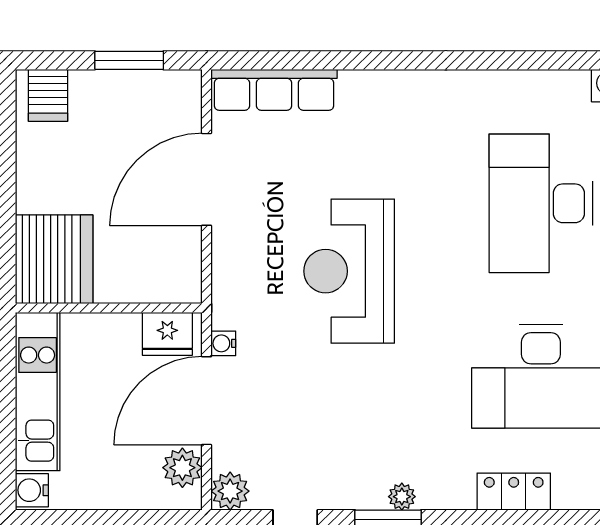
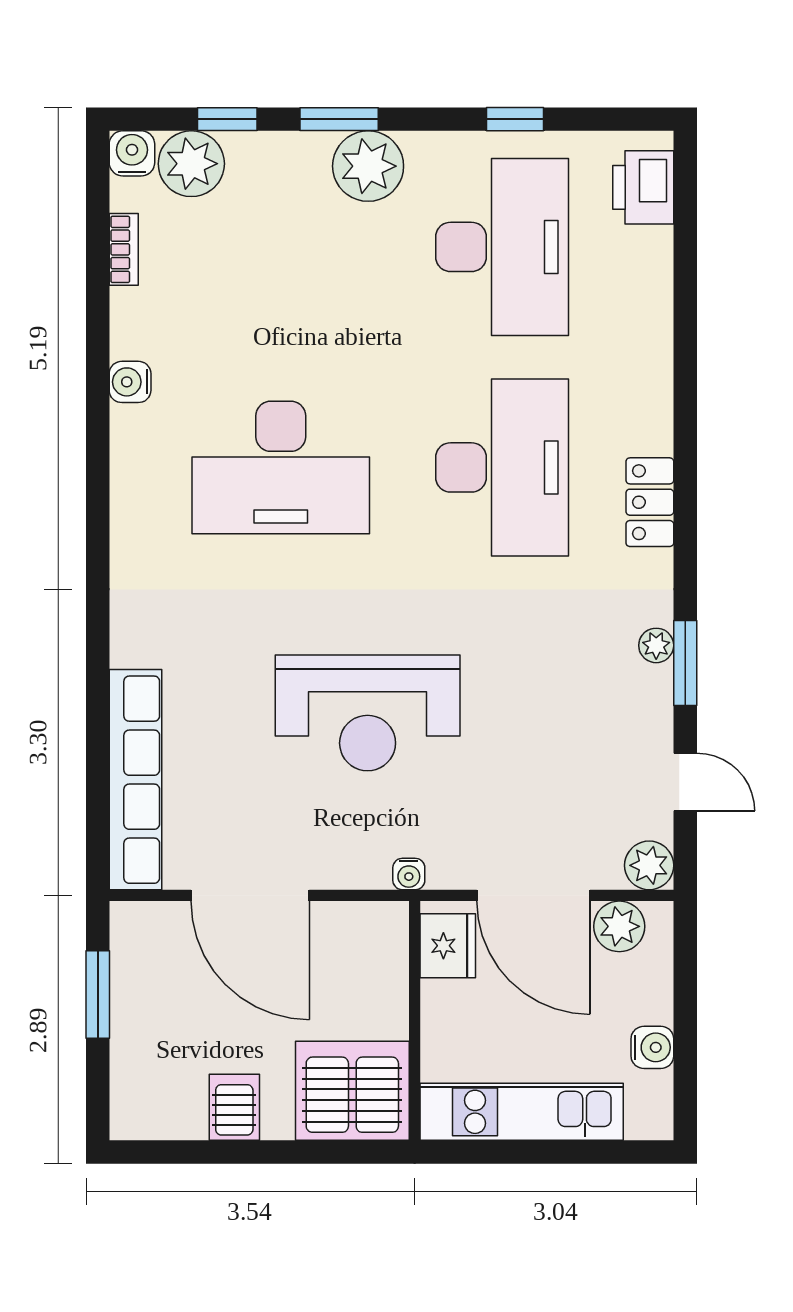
row of seats: (274, 90) -> (135, 780), width x1.36
server rack: (48, 95) -> (234, 1107), moved, turned -90
water cooler: (223, 343) -> (409, 874), moved
water cooler: (32, 490) -> (652, 1047), moved, turned -90

